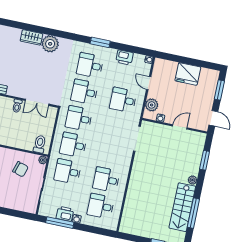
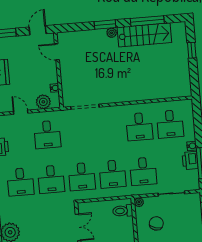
door: (149, 83) -> (21, 112), swing flipped
door: (180, 127) -> (57, 52), moved
window: (205, 160) -> (105, 25), moved

